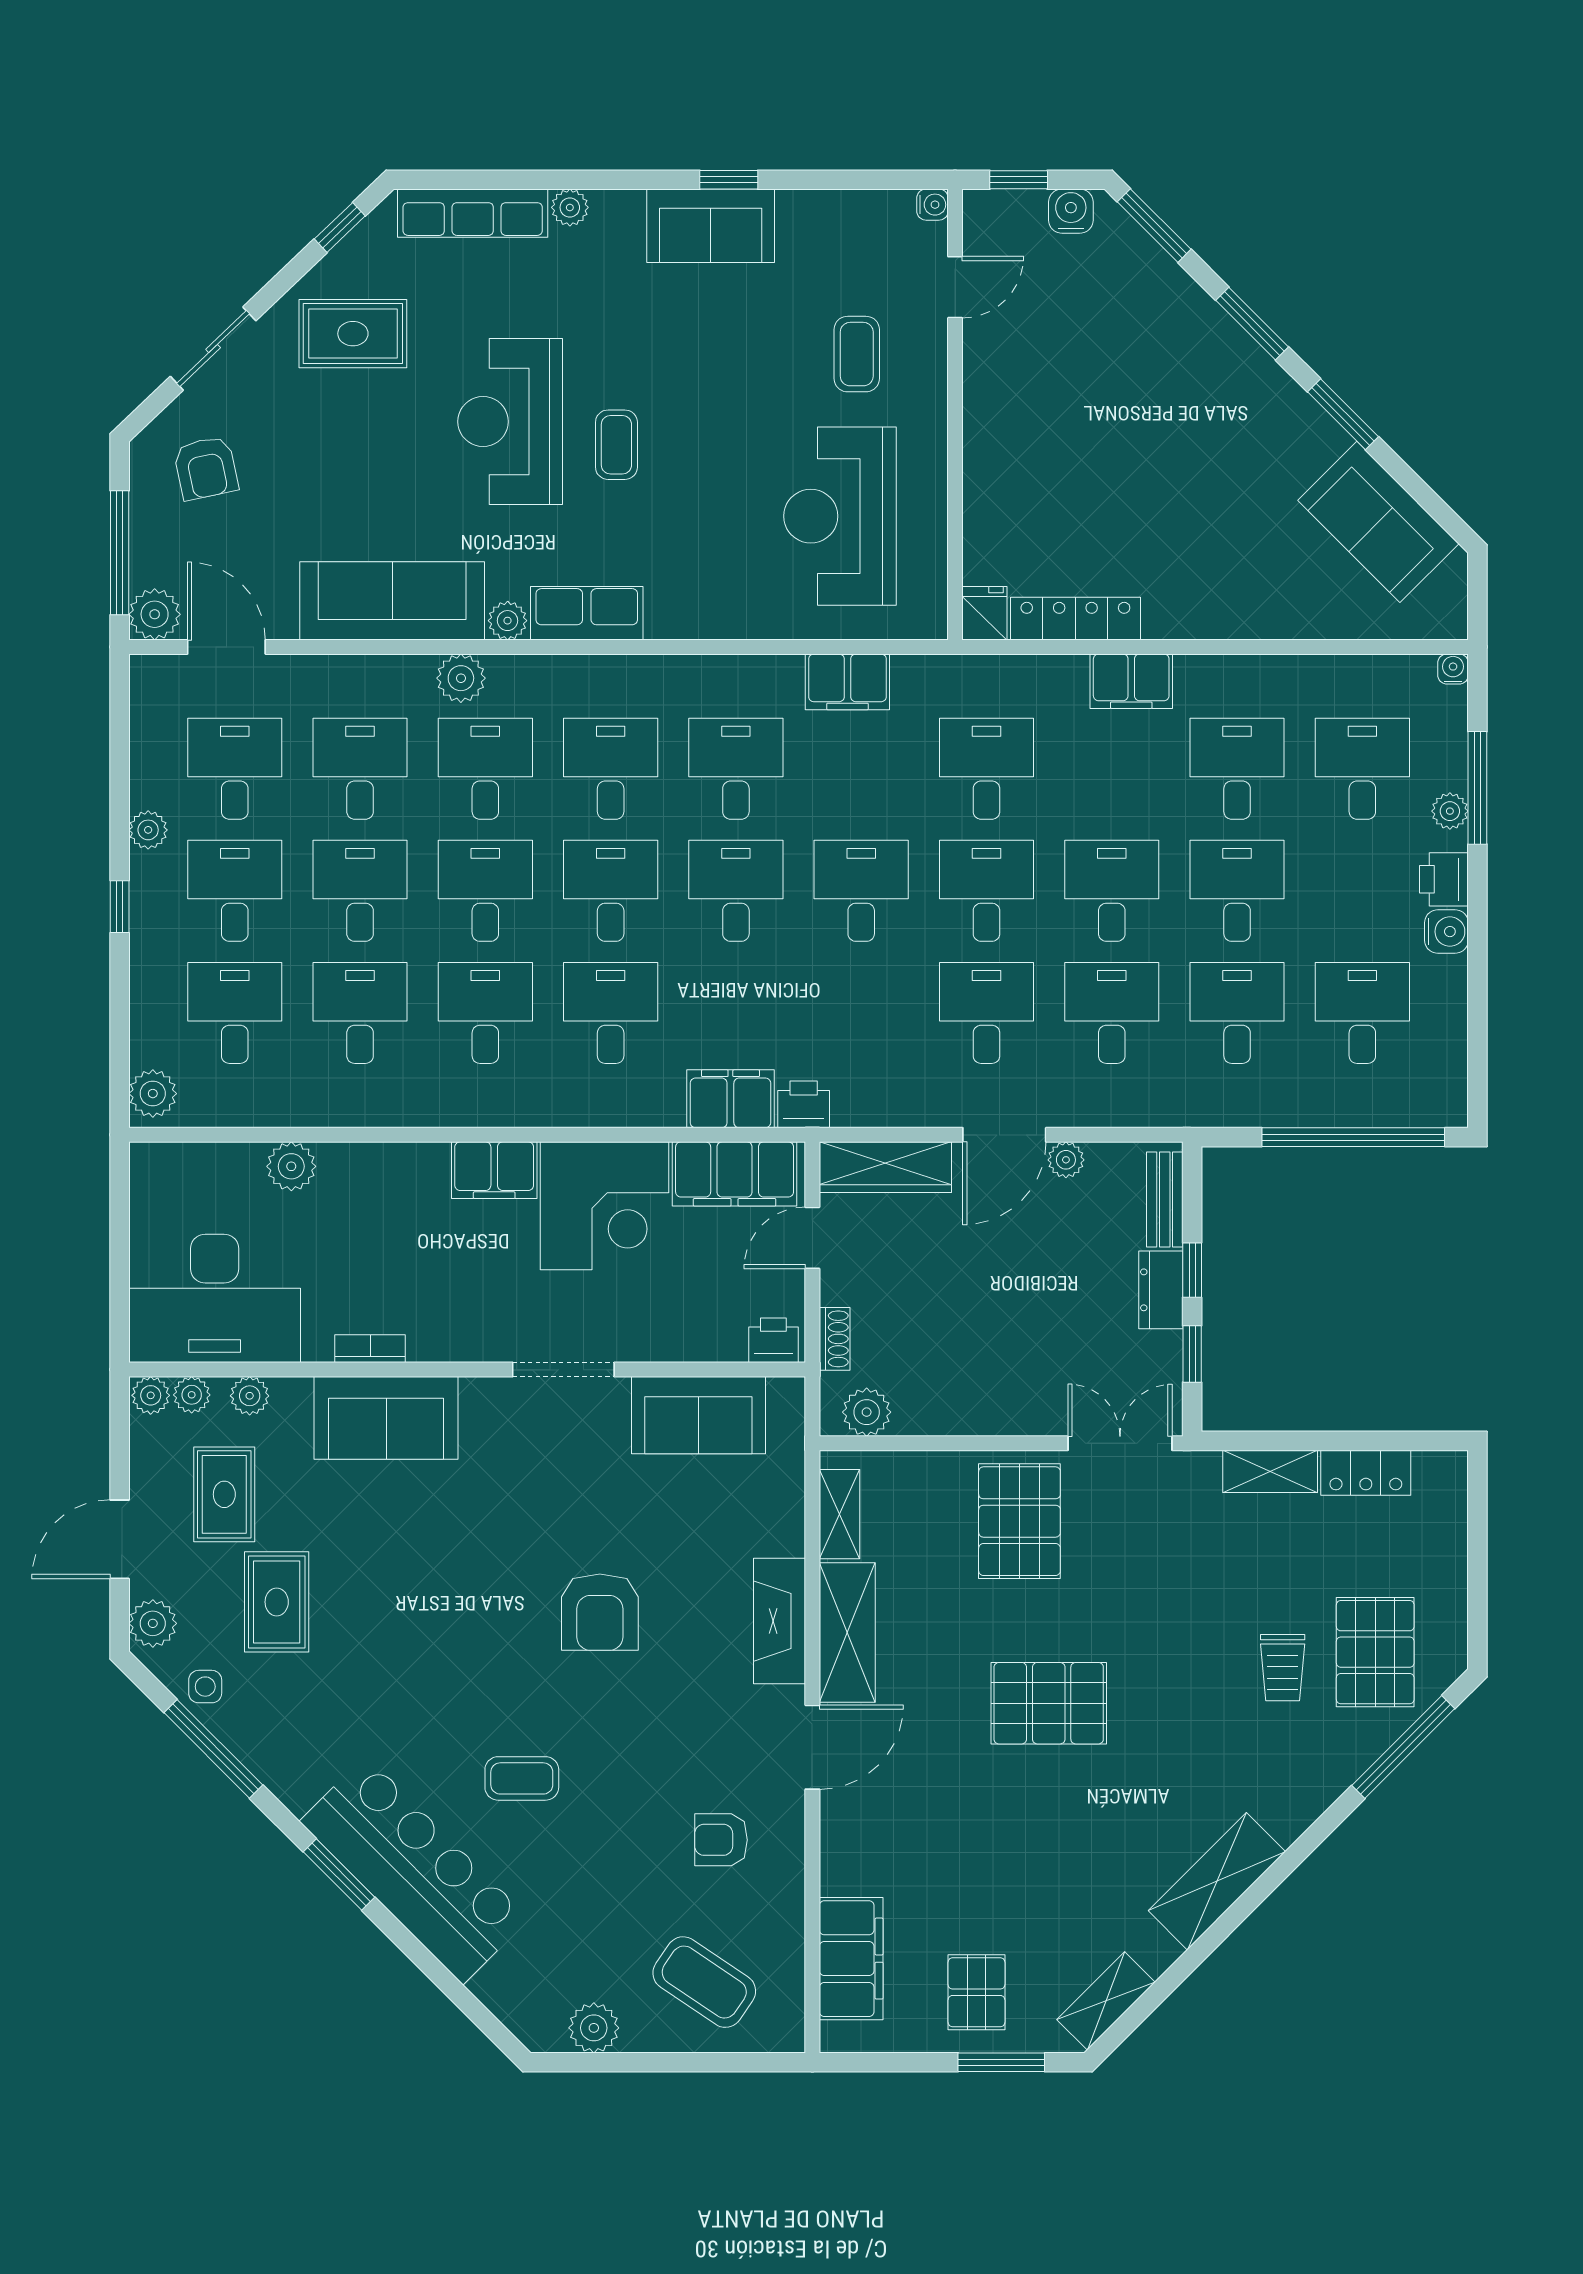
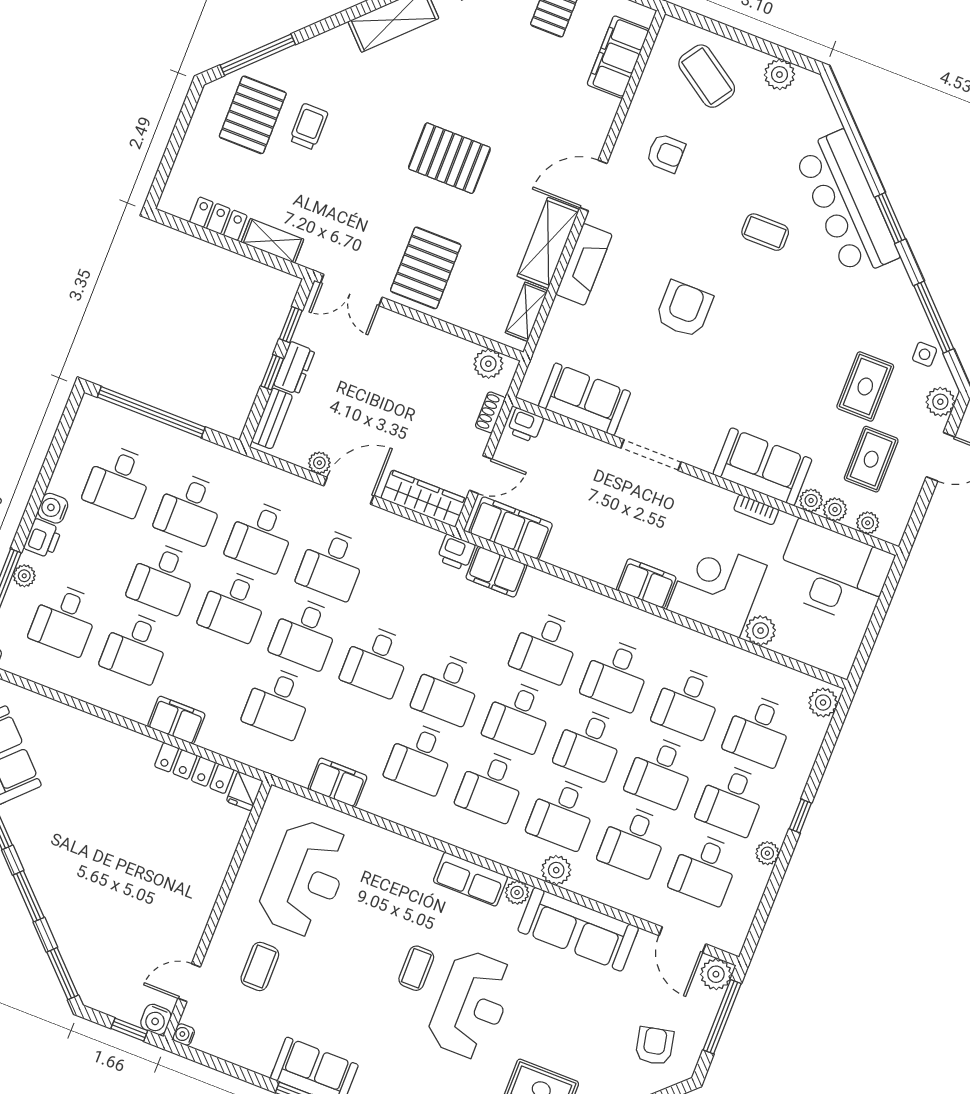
water cooler: (1071, 211) -> (156, 1019), moved
corner desk: (605, 1206) -> (717, 588), moved
plant: (151, 1395) -> (811, 500), moved

